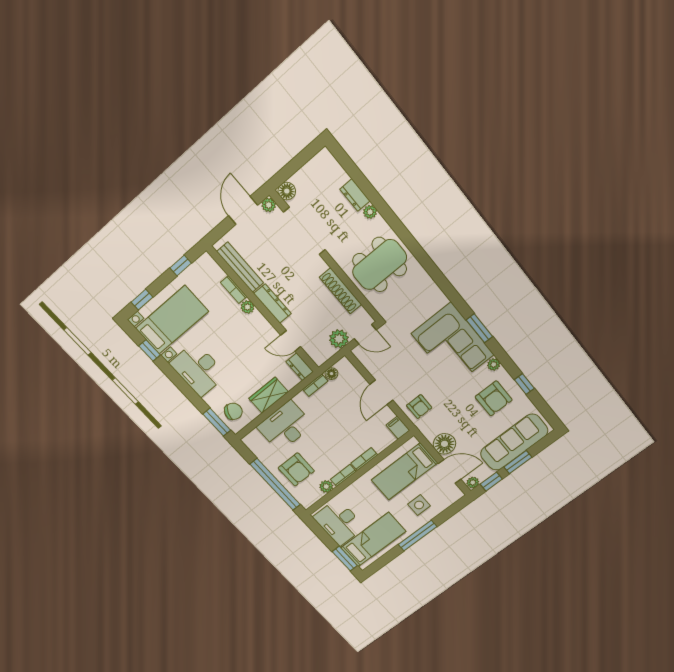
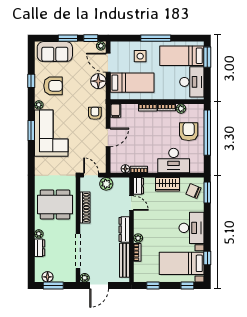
window: (299, 161) -> (53, 286), added
floor lamp: (287, 191) -> (48, 277), moved
armchair: (494, 398) -> (53, 86), turned 90
sofa: (514, 442) -> (55, 52), width x0.73

